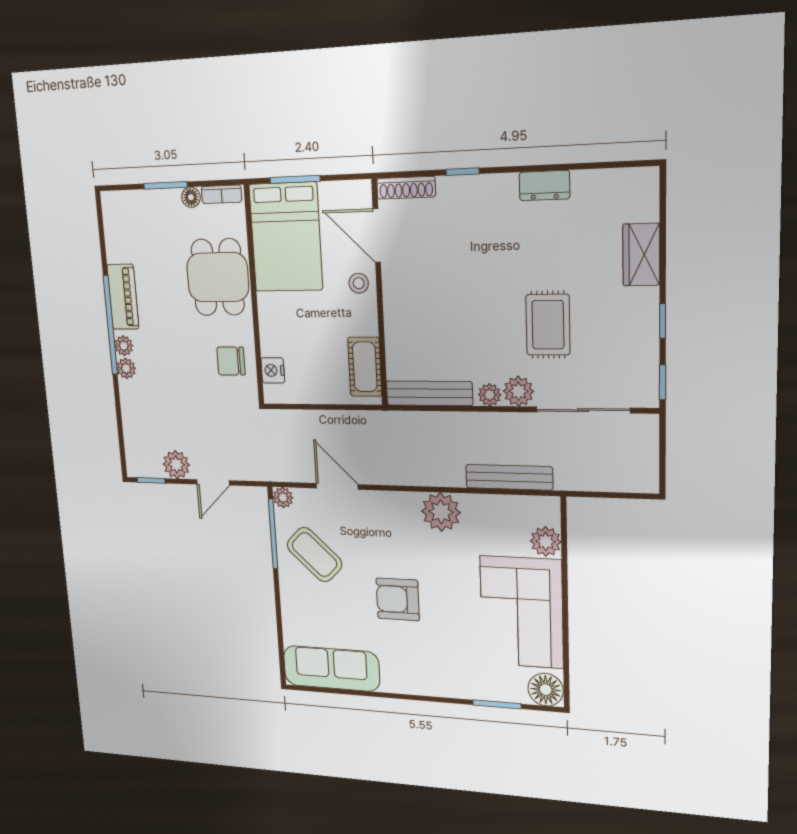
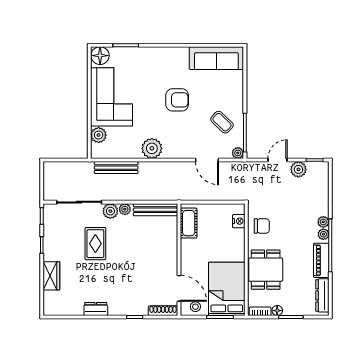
dresser: (115, 230) -> (322, 295), added
stool: (359, 283) -> (195, 307), moved
coffee table: (314, 555) -> (222, 122), width x0.73, depth x0.77

